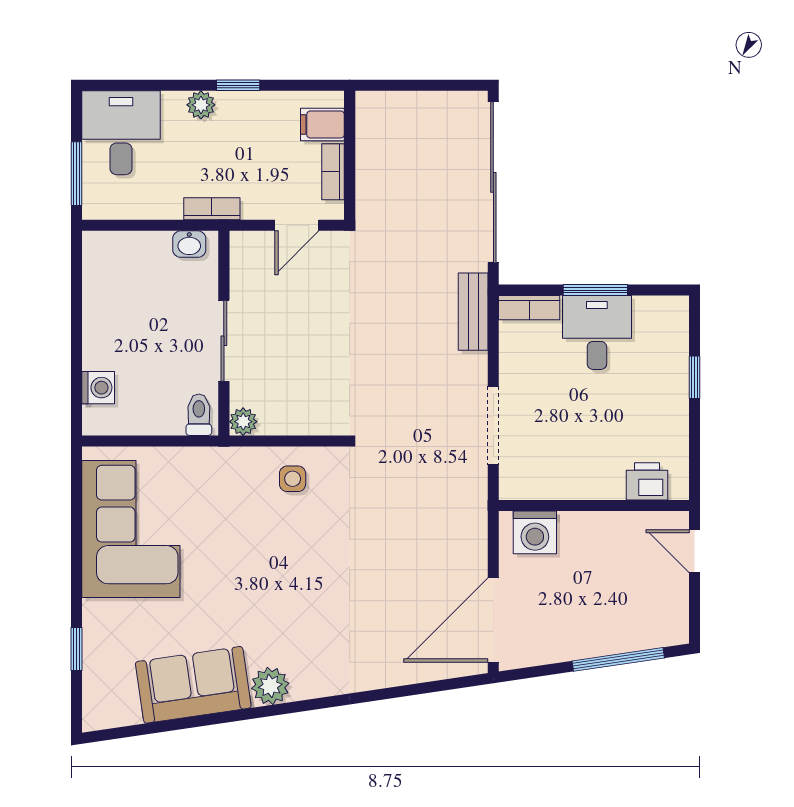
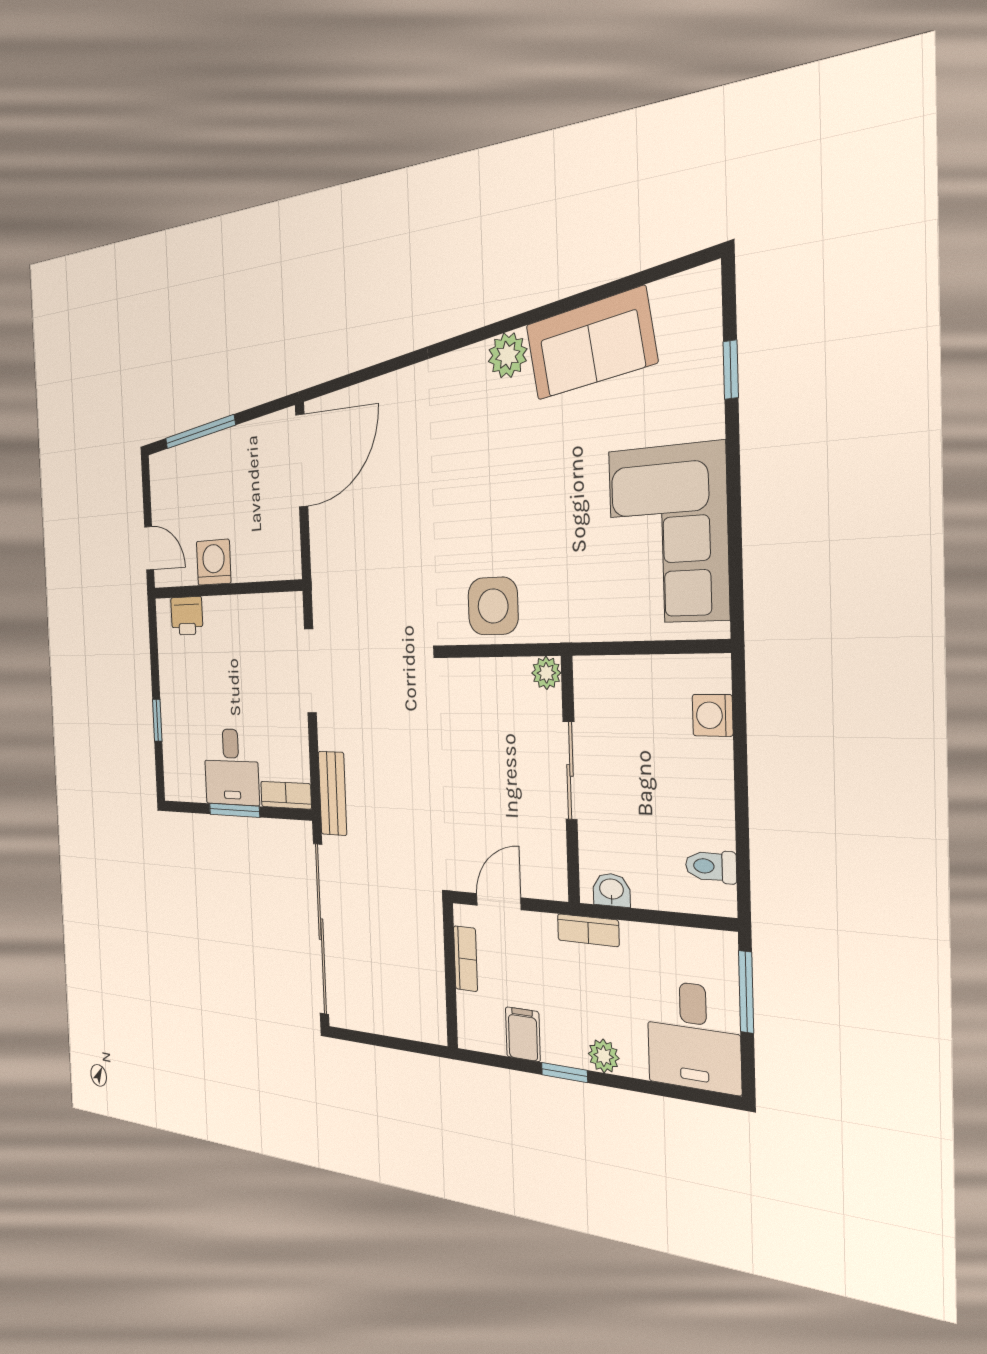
filing cabinet: (322, 124) -> (523, 1034), moved, turned -90
toilet: (199, 415) -> (711, 866), moved, turned 90
side table: (293, 479) -> (493, 606), width x1.87, depth x1.87
washing machine: (535, 532) -> (214, 562), moved

